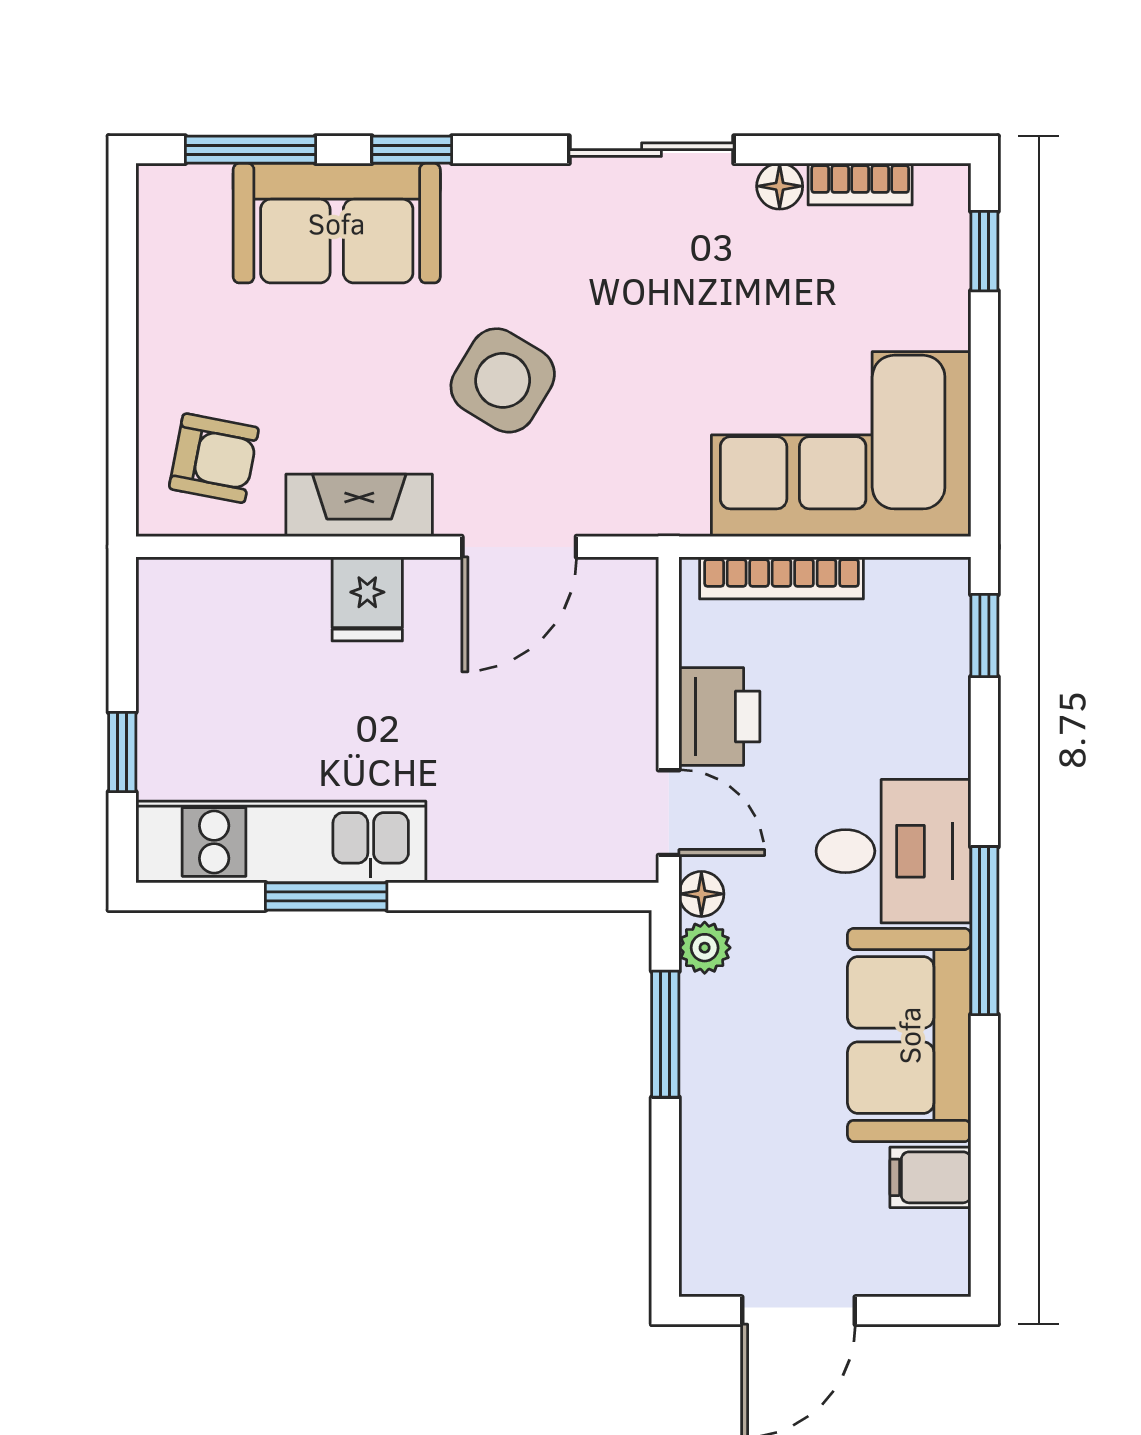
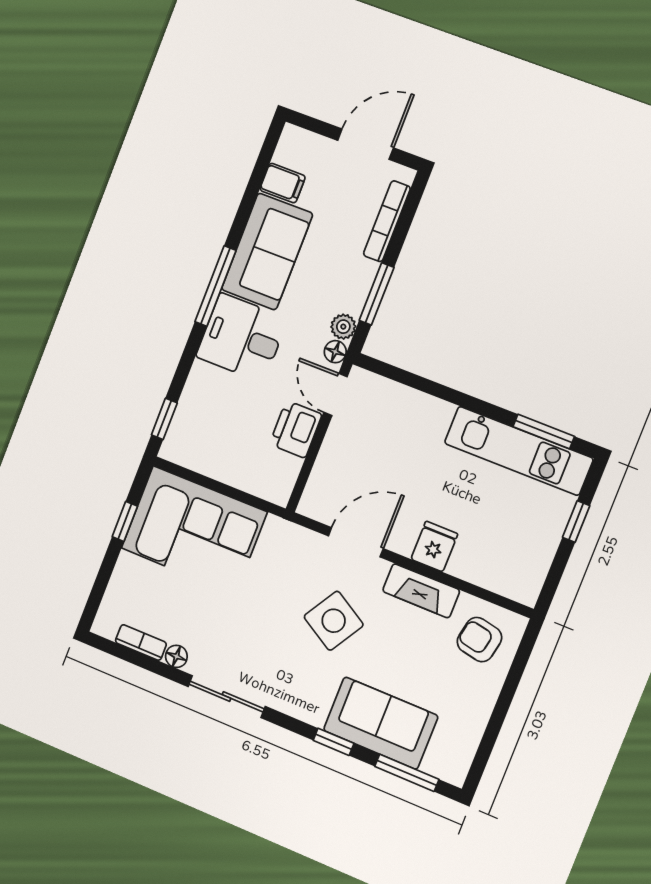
window: (984, 251) -> (125, 521), moved
bookcase: (782, 578) -> (387, 221), moved, turned -90
window: (326, 896) -> (544, 431), moved

